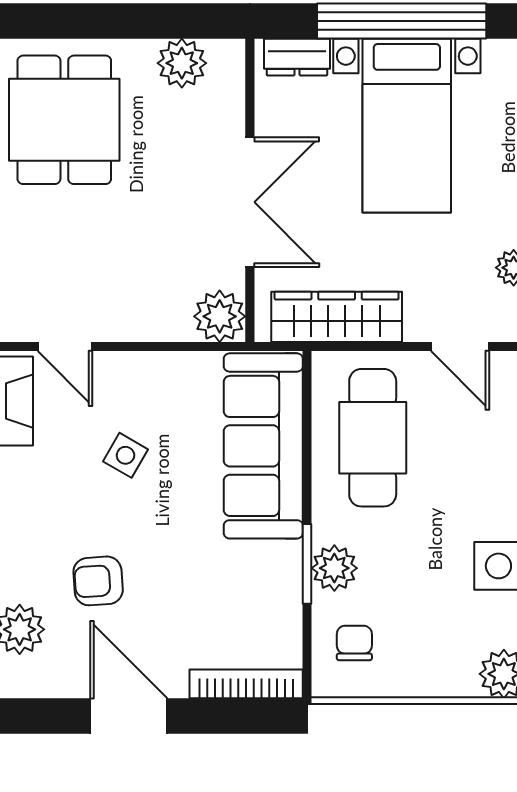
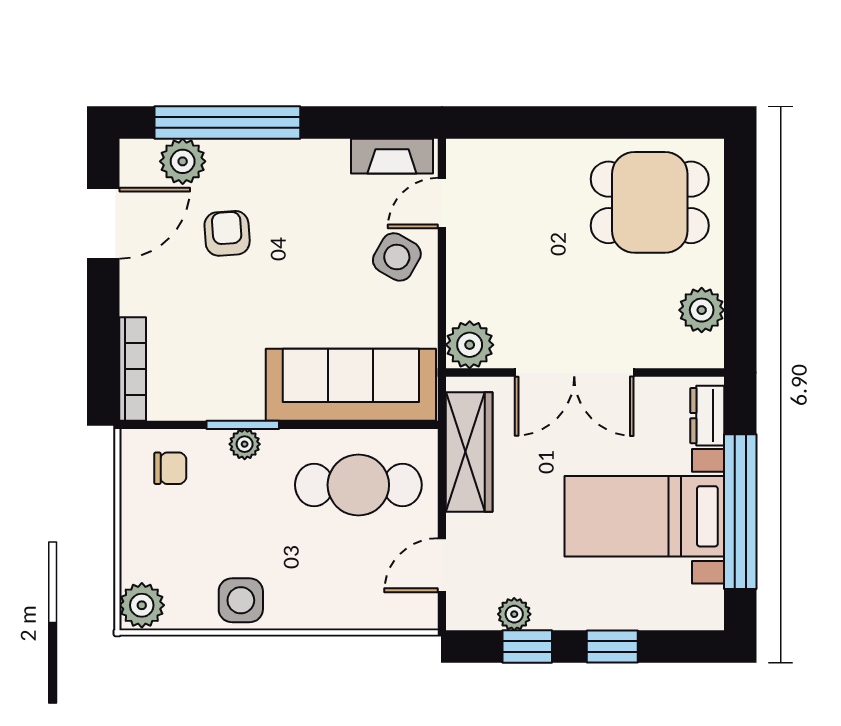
side table: (125, 455) -> (397, 257), moved, width x1.37, depth x1.37
plant: (334, 568) -> (245, 444), width x0.73, depth x0.73
door: (129, 716) -> (103, 223), moved

